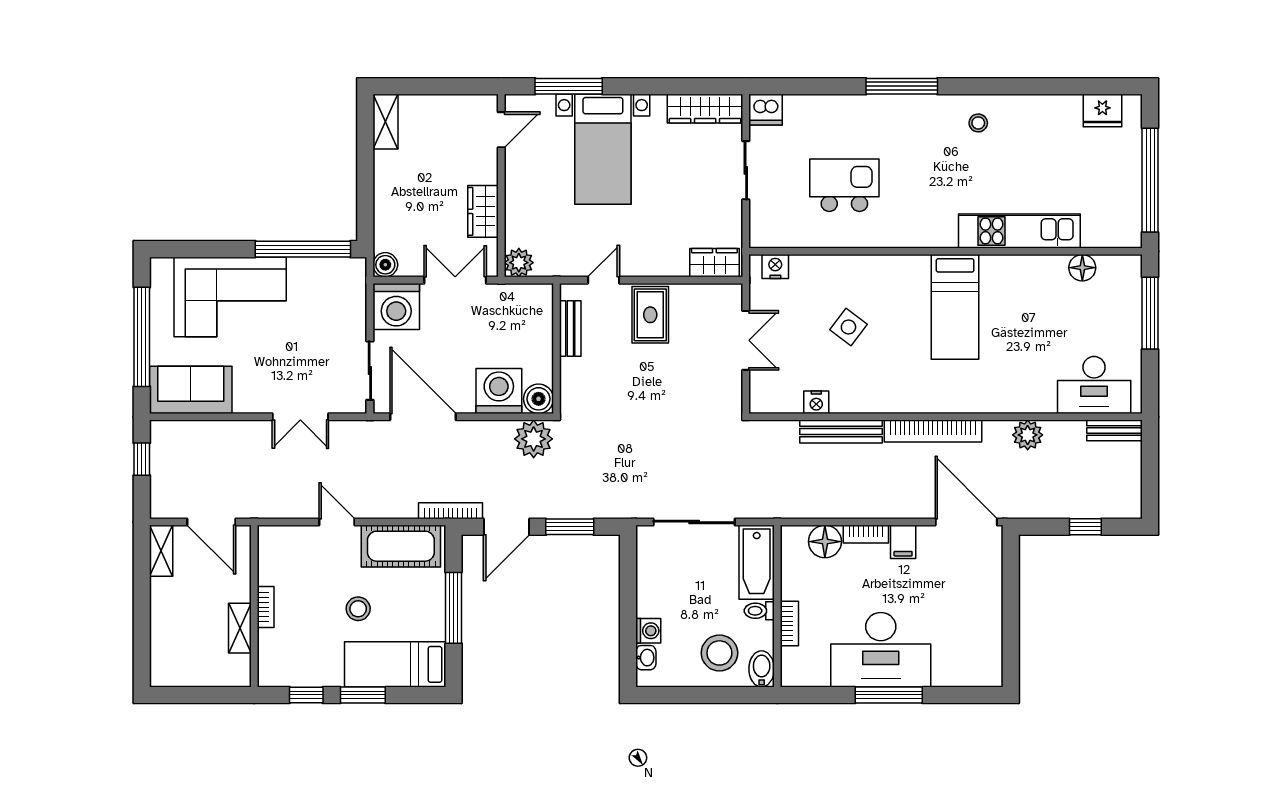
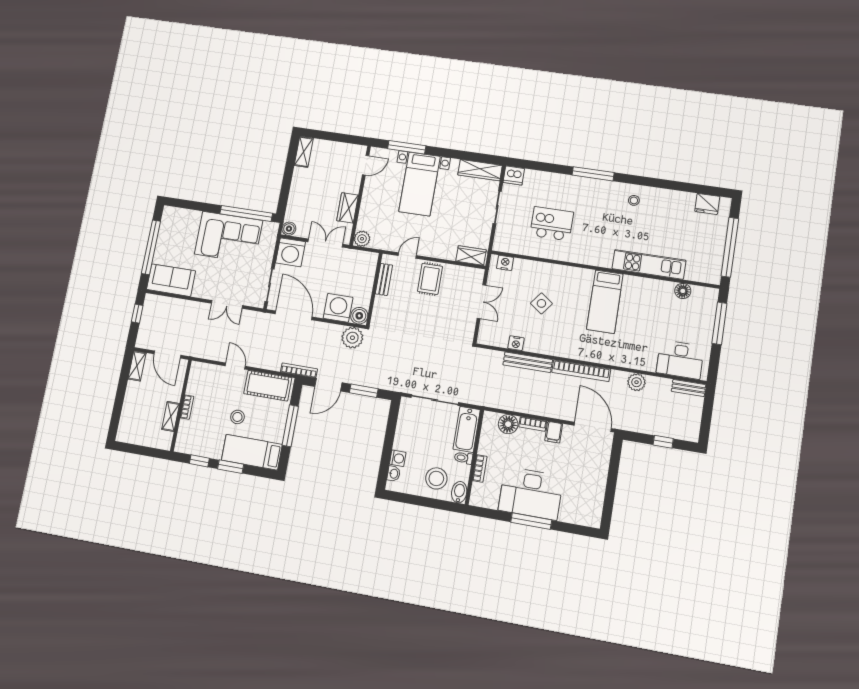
corner sofa: (230, 297) -> (229, 237), moved

